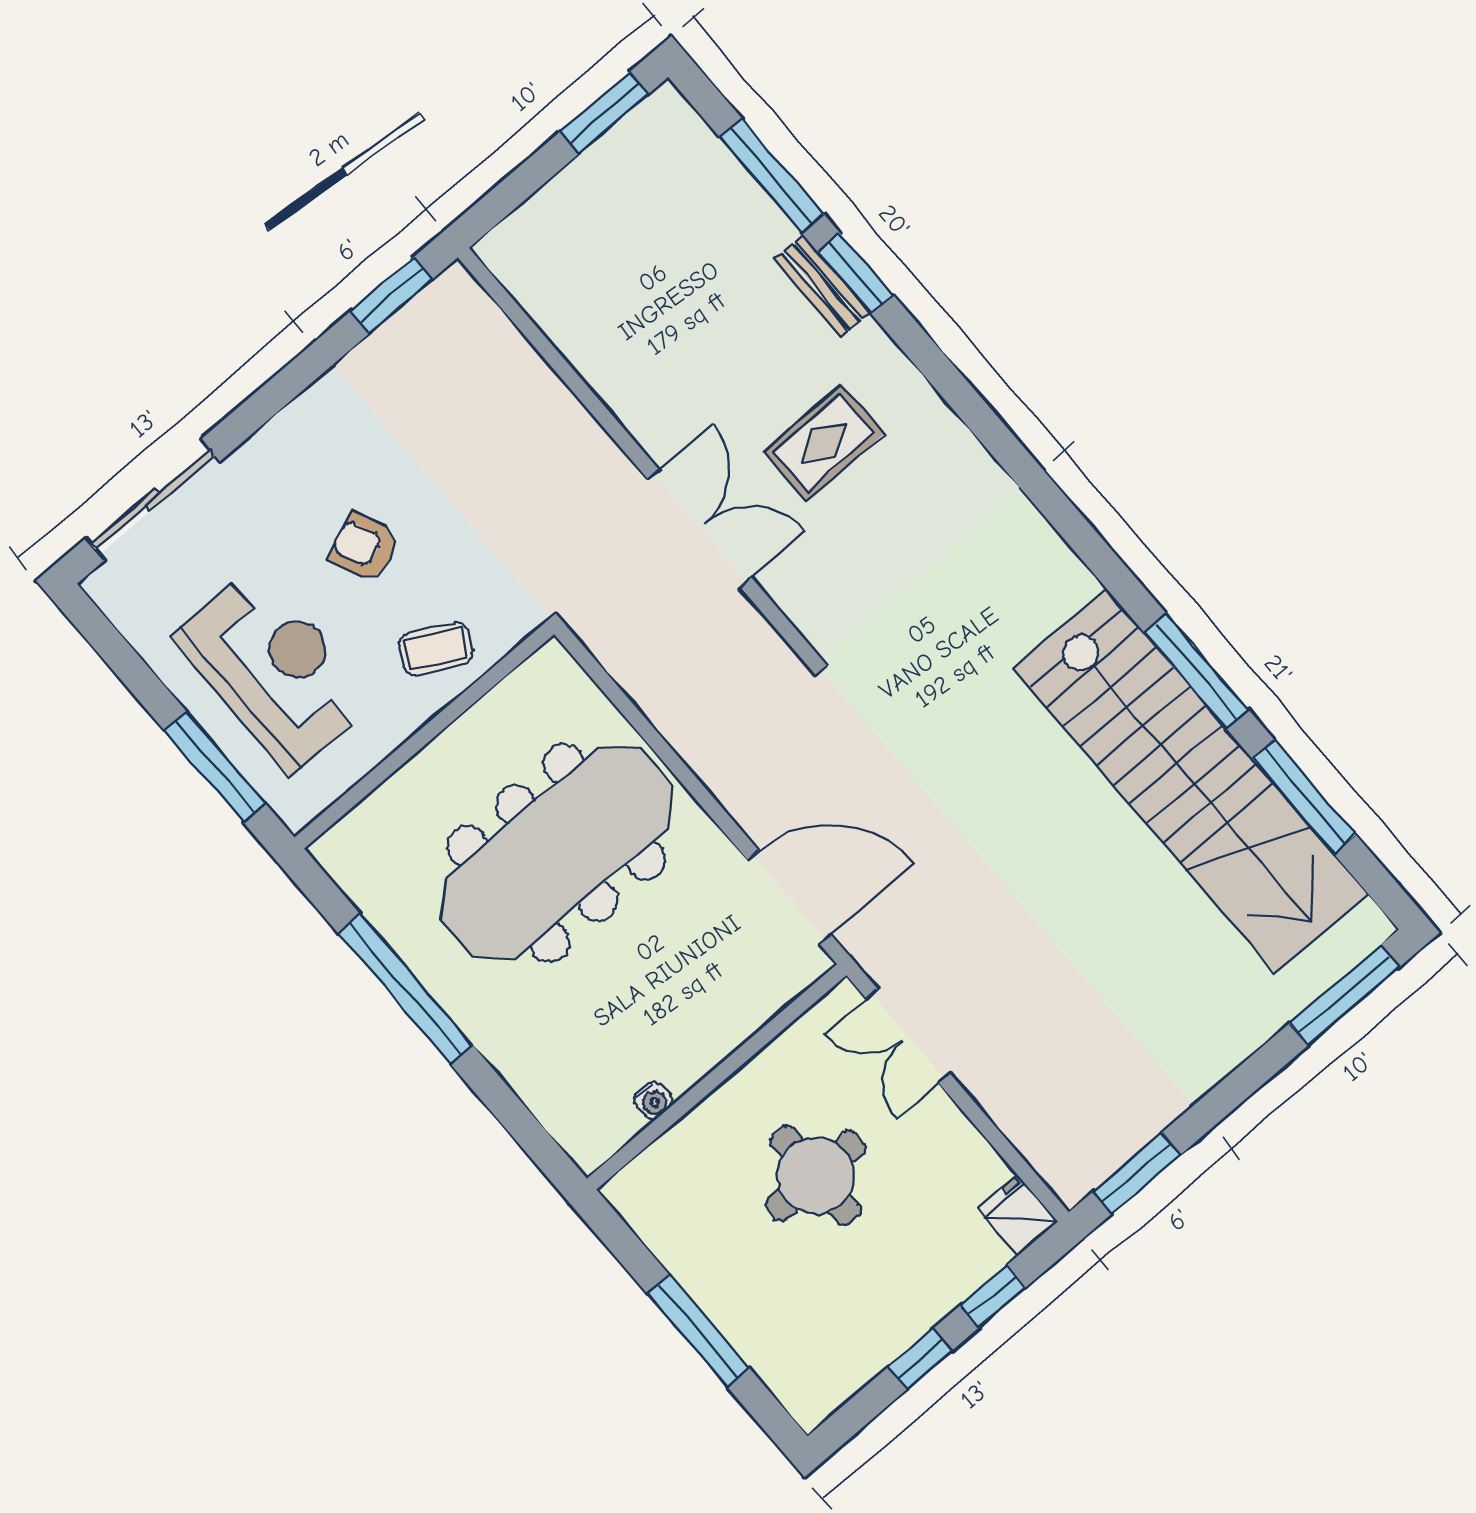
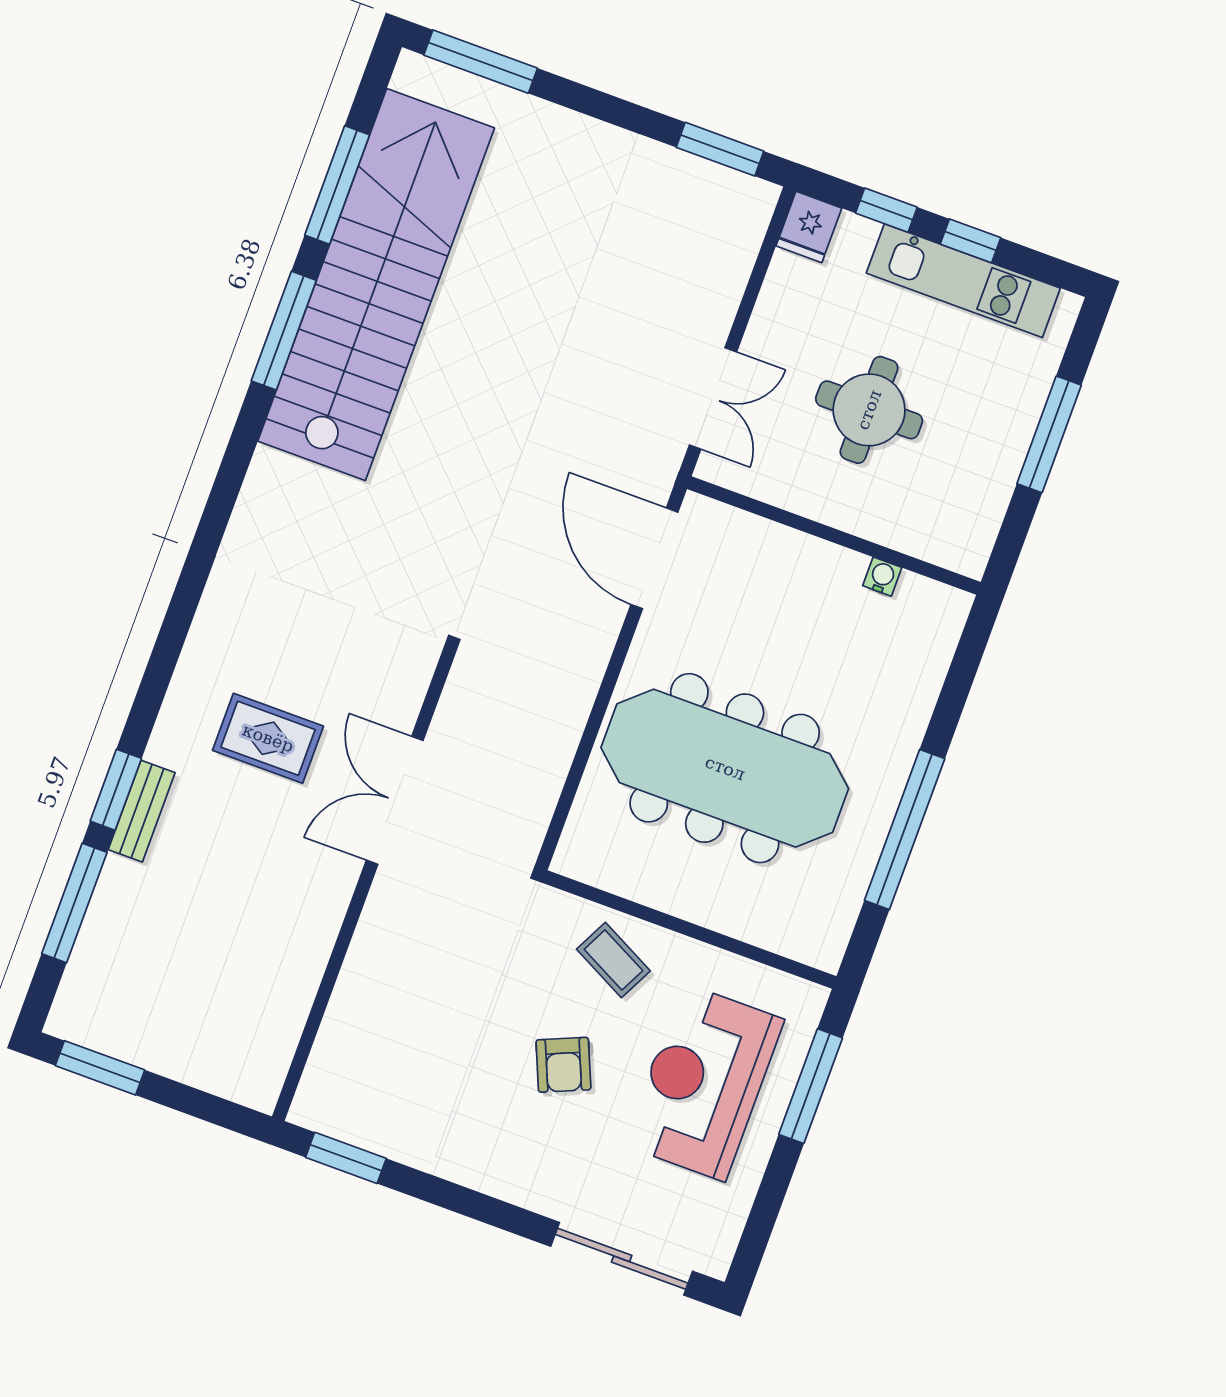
kitchen unit: (887, 1331) -> (963, 281), added

